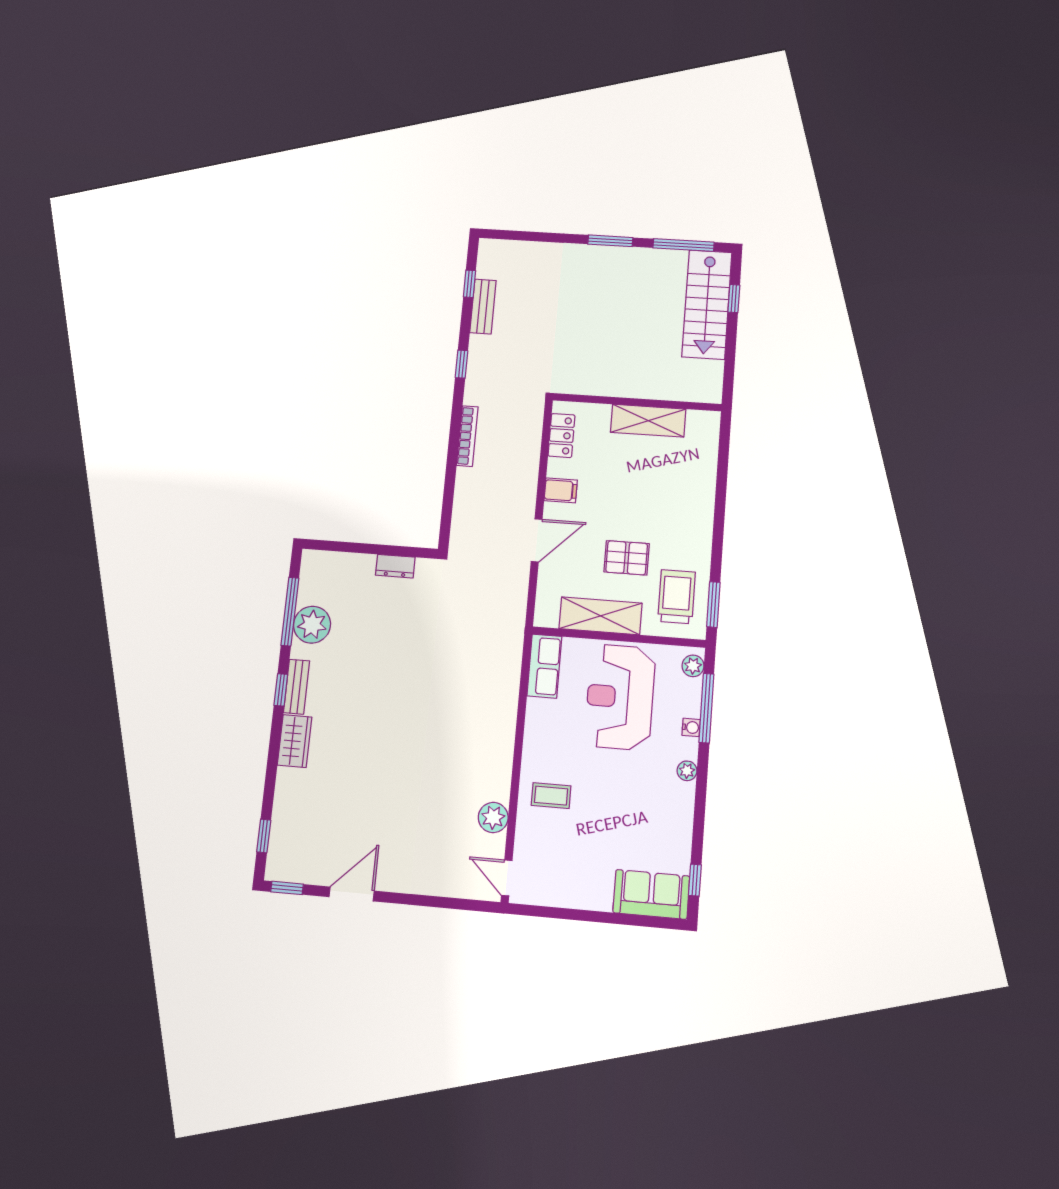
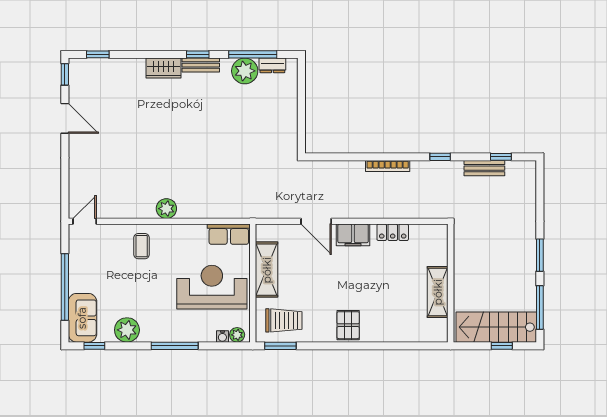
wall: (637, 402) -> (451, 283), moved
shelving: (648, 421) -> (438, 292), moved
filing cabinet: (561, 490) -> (353, 235), width x2.00
pallet: (627, 558) -> (348, 325), moved
dresser: (395, 566) -> (272, 65), moved, turned -90
window: (706, 708) -> (175, 346), moved
water cooler: (691, 727) -> (222, 336), moved
plant: (687, 771) -> (127, 330), moved, width x1.88, depth x1.88
plant: (493, 818) -> (166, 209), moved
window: (603, 917) -> (65, 287), added

